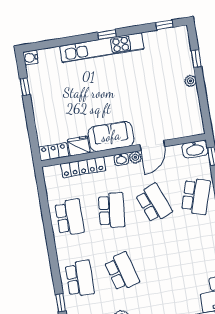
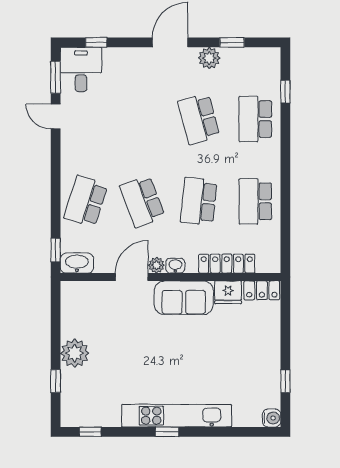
plant: (190, 81) -> (75, 353), width x1.87, depth x1.87

